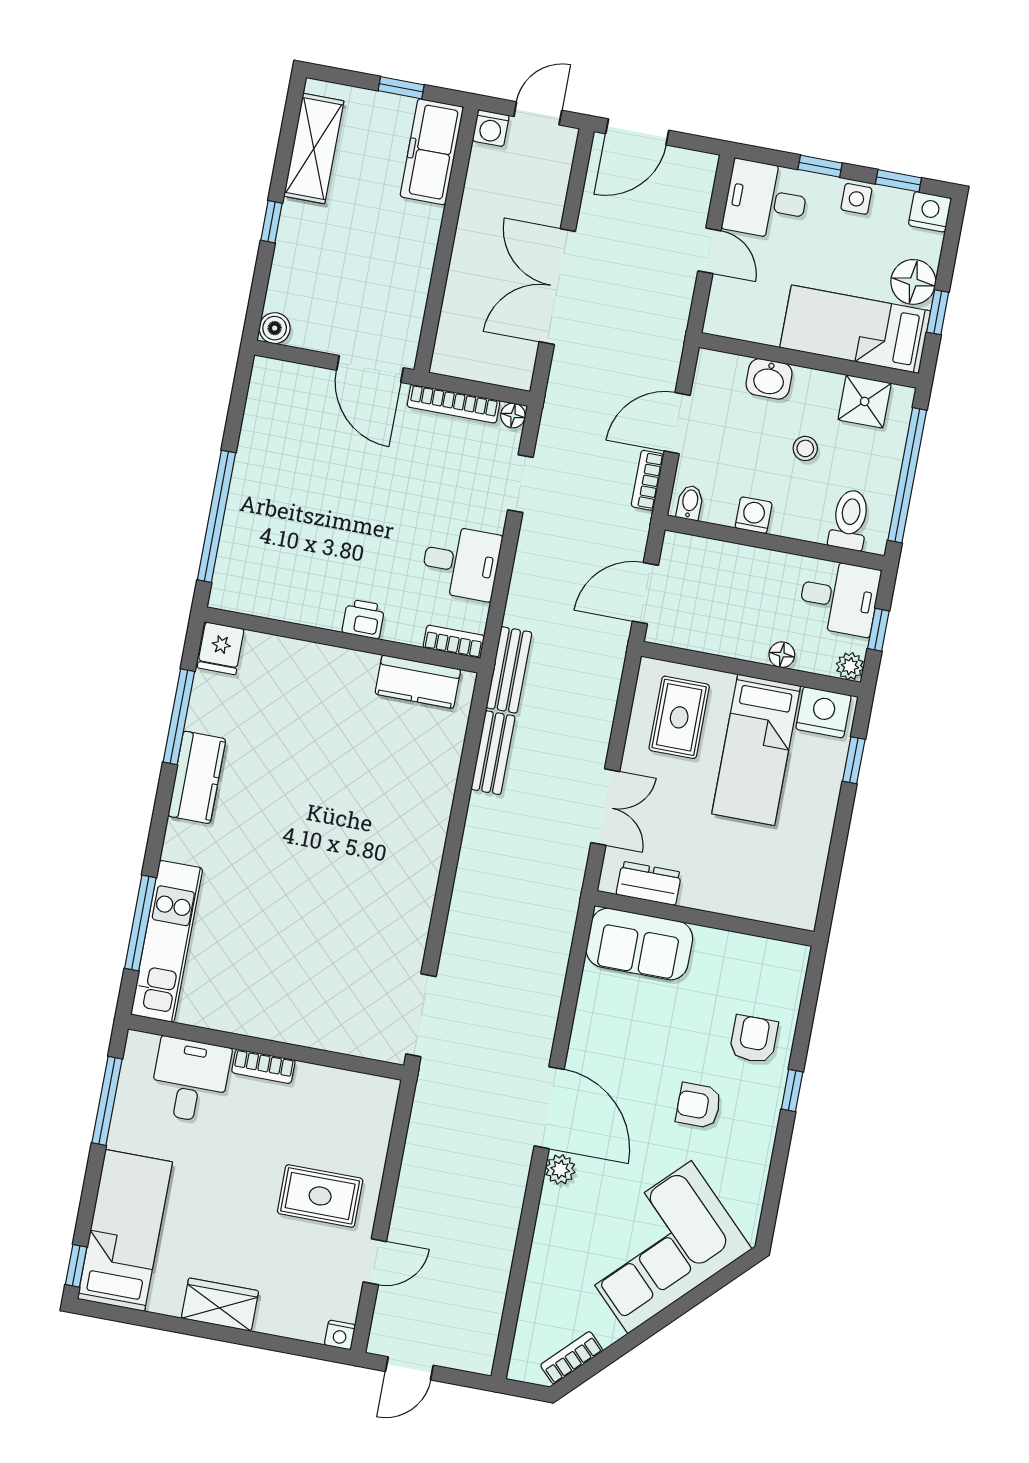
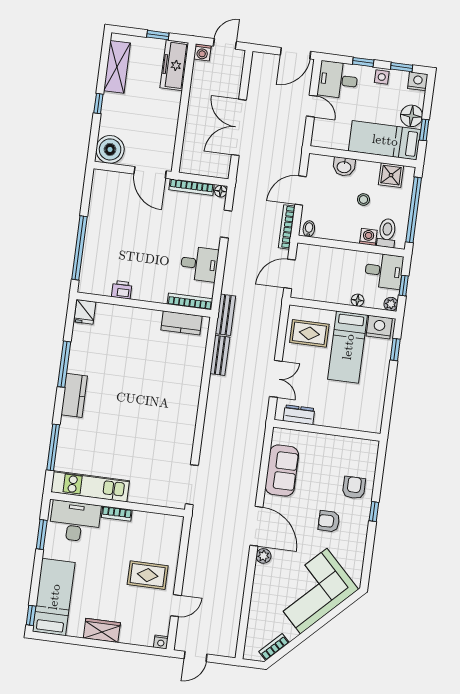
door: (637, 132) -> (295, 53), moved
boiler: (275, 328) -> (110, 149), width x1.86, depth x1.86
bookcase: (647, 480) -> (287, 227), width x1.56
washing machine: (754, 515) -> (368, 237), moved
printer: (363, 619) -> (122, 290), moved
bookcase: (454, 642) -> (190, 301), width x1.56
window: (179, 717) -> (64, 364), moved
rug: (679, 717) -> (309, 333), turned 90
kitchen counter: (197, 777) -> (74, 395), moved
kitchen unit: (167, 941) -> (90, 486), moved, turned -90
sofa: (639, 944) -> (282, 471), moved, turned -90
desk: (190, 1080) -> (75, 521), width x1.37
window: (107, 1101) -> (42, 535), width x0.69

